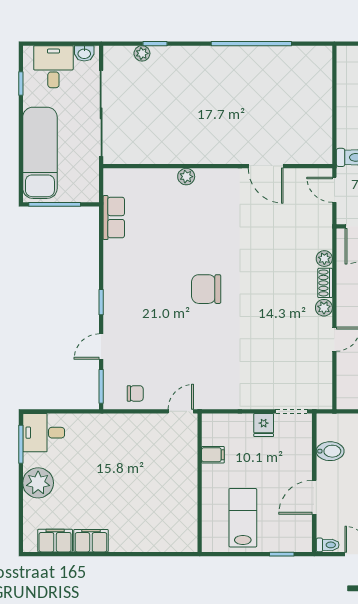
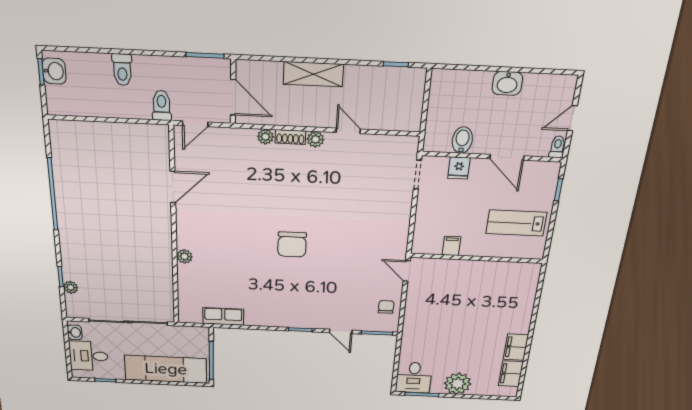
fridge: (264, 425) -> (459, 168), moved, turned 90

